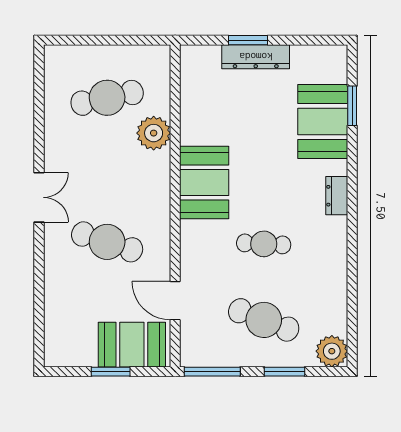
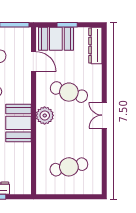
plant: (154, 133) -> (45, 115), moved
dresser: (56, 332) -> (95, 45), added

